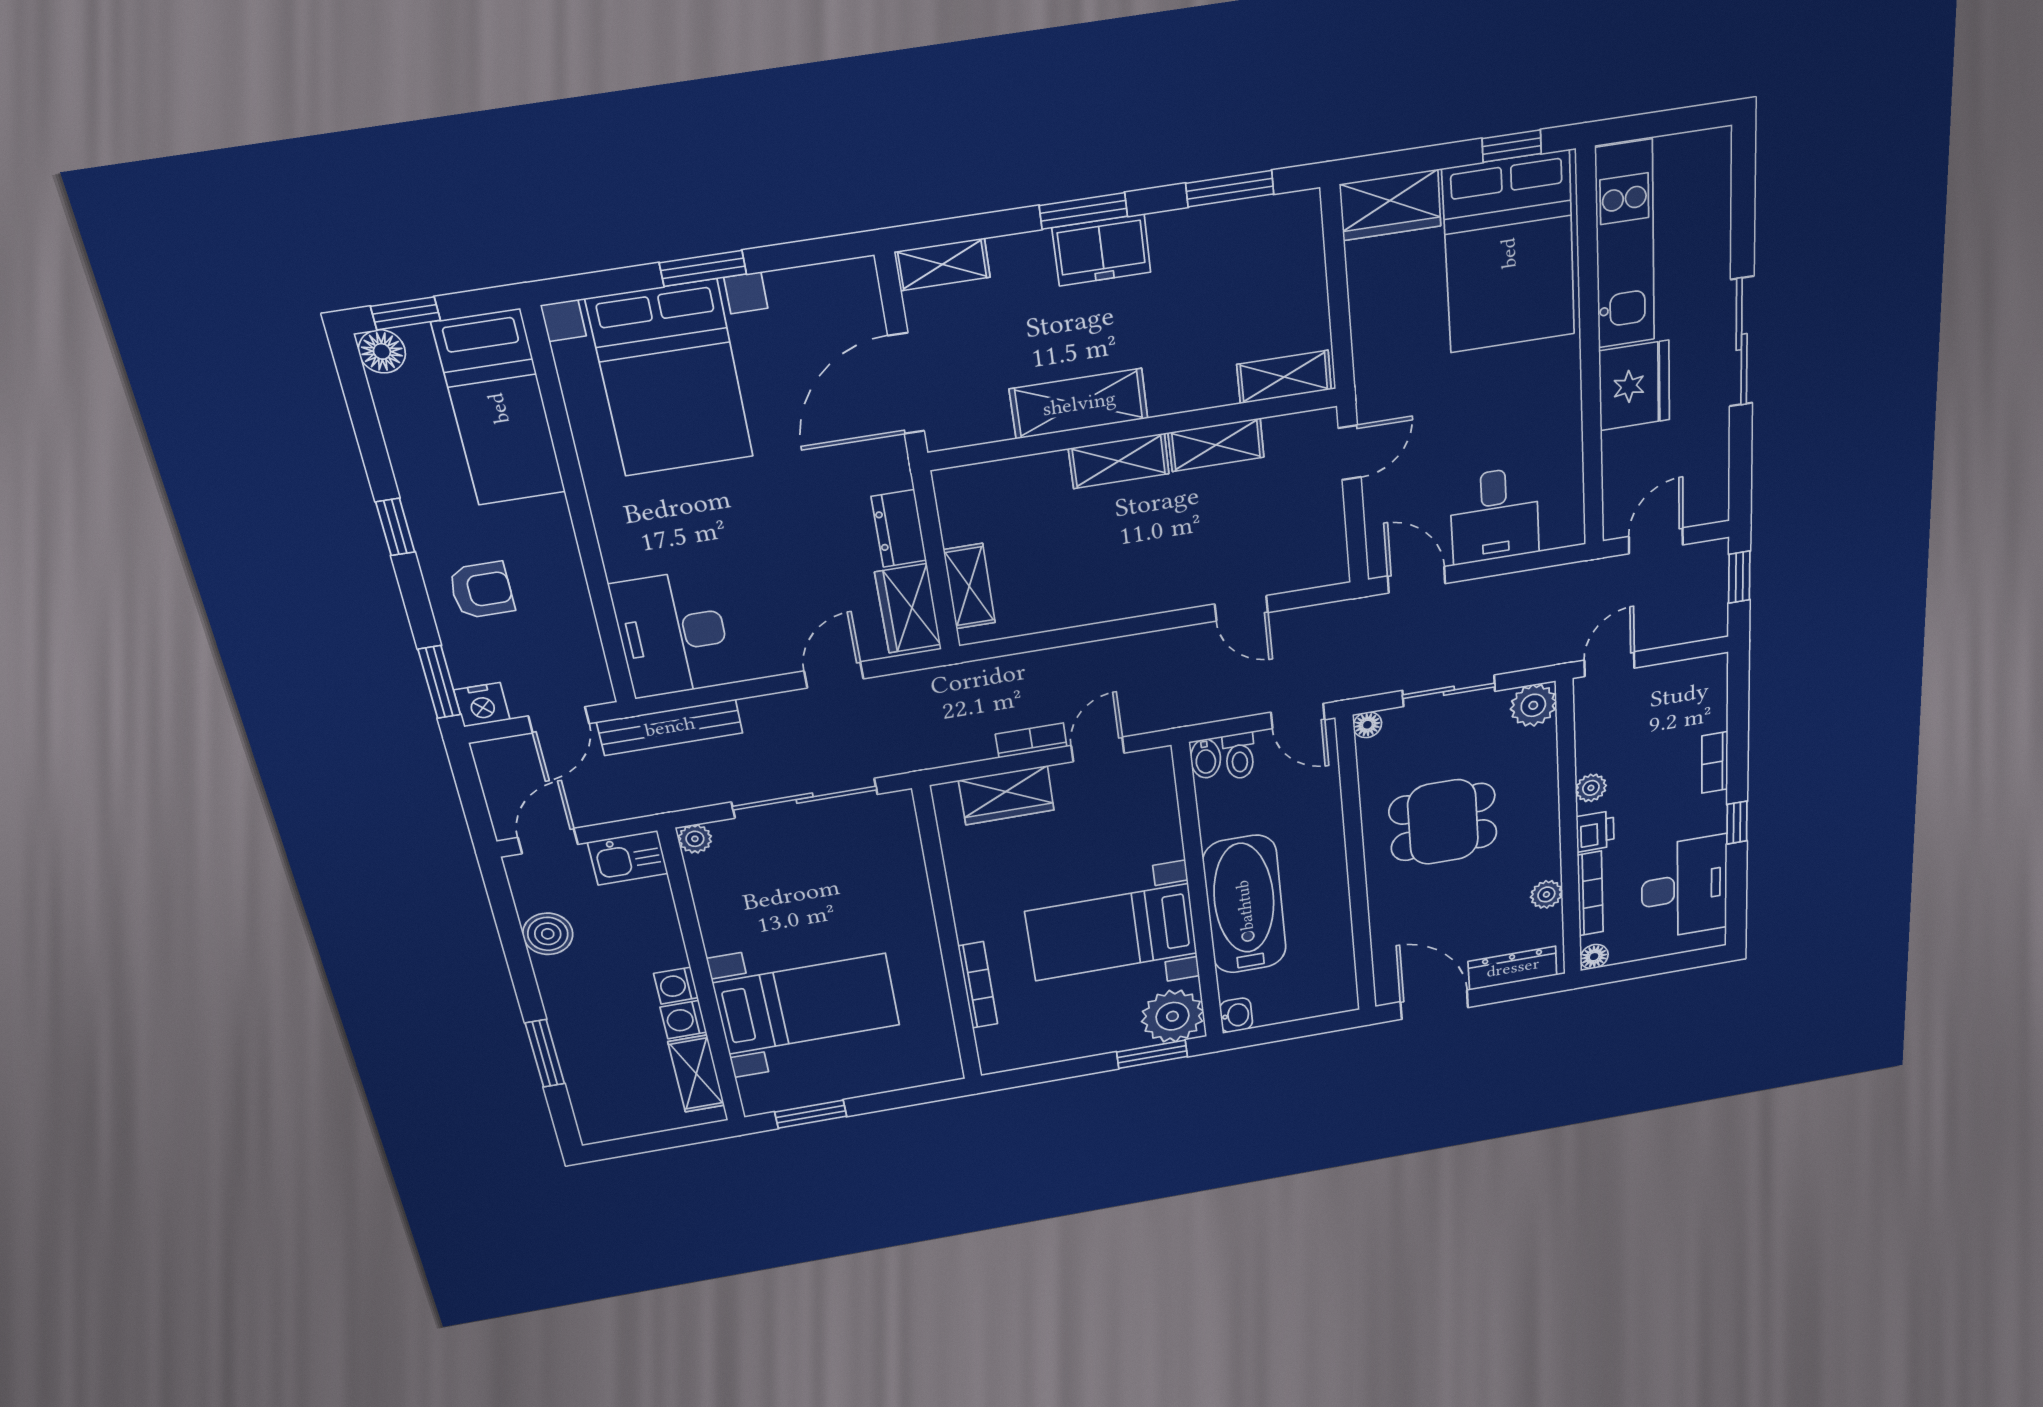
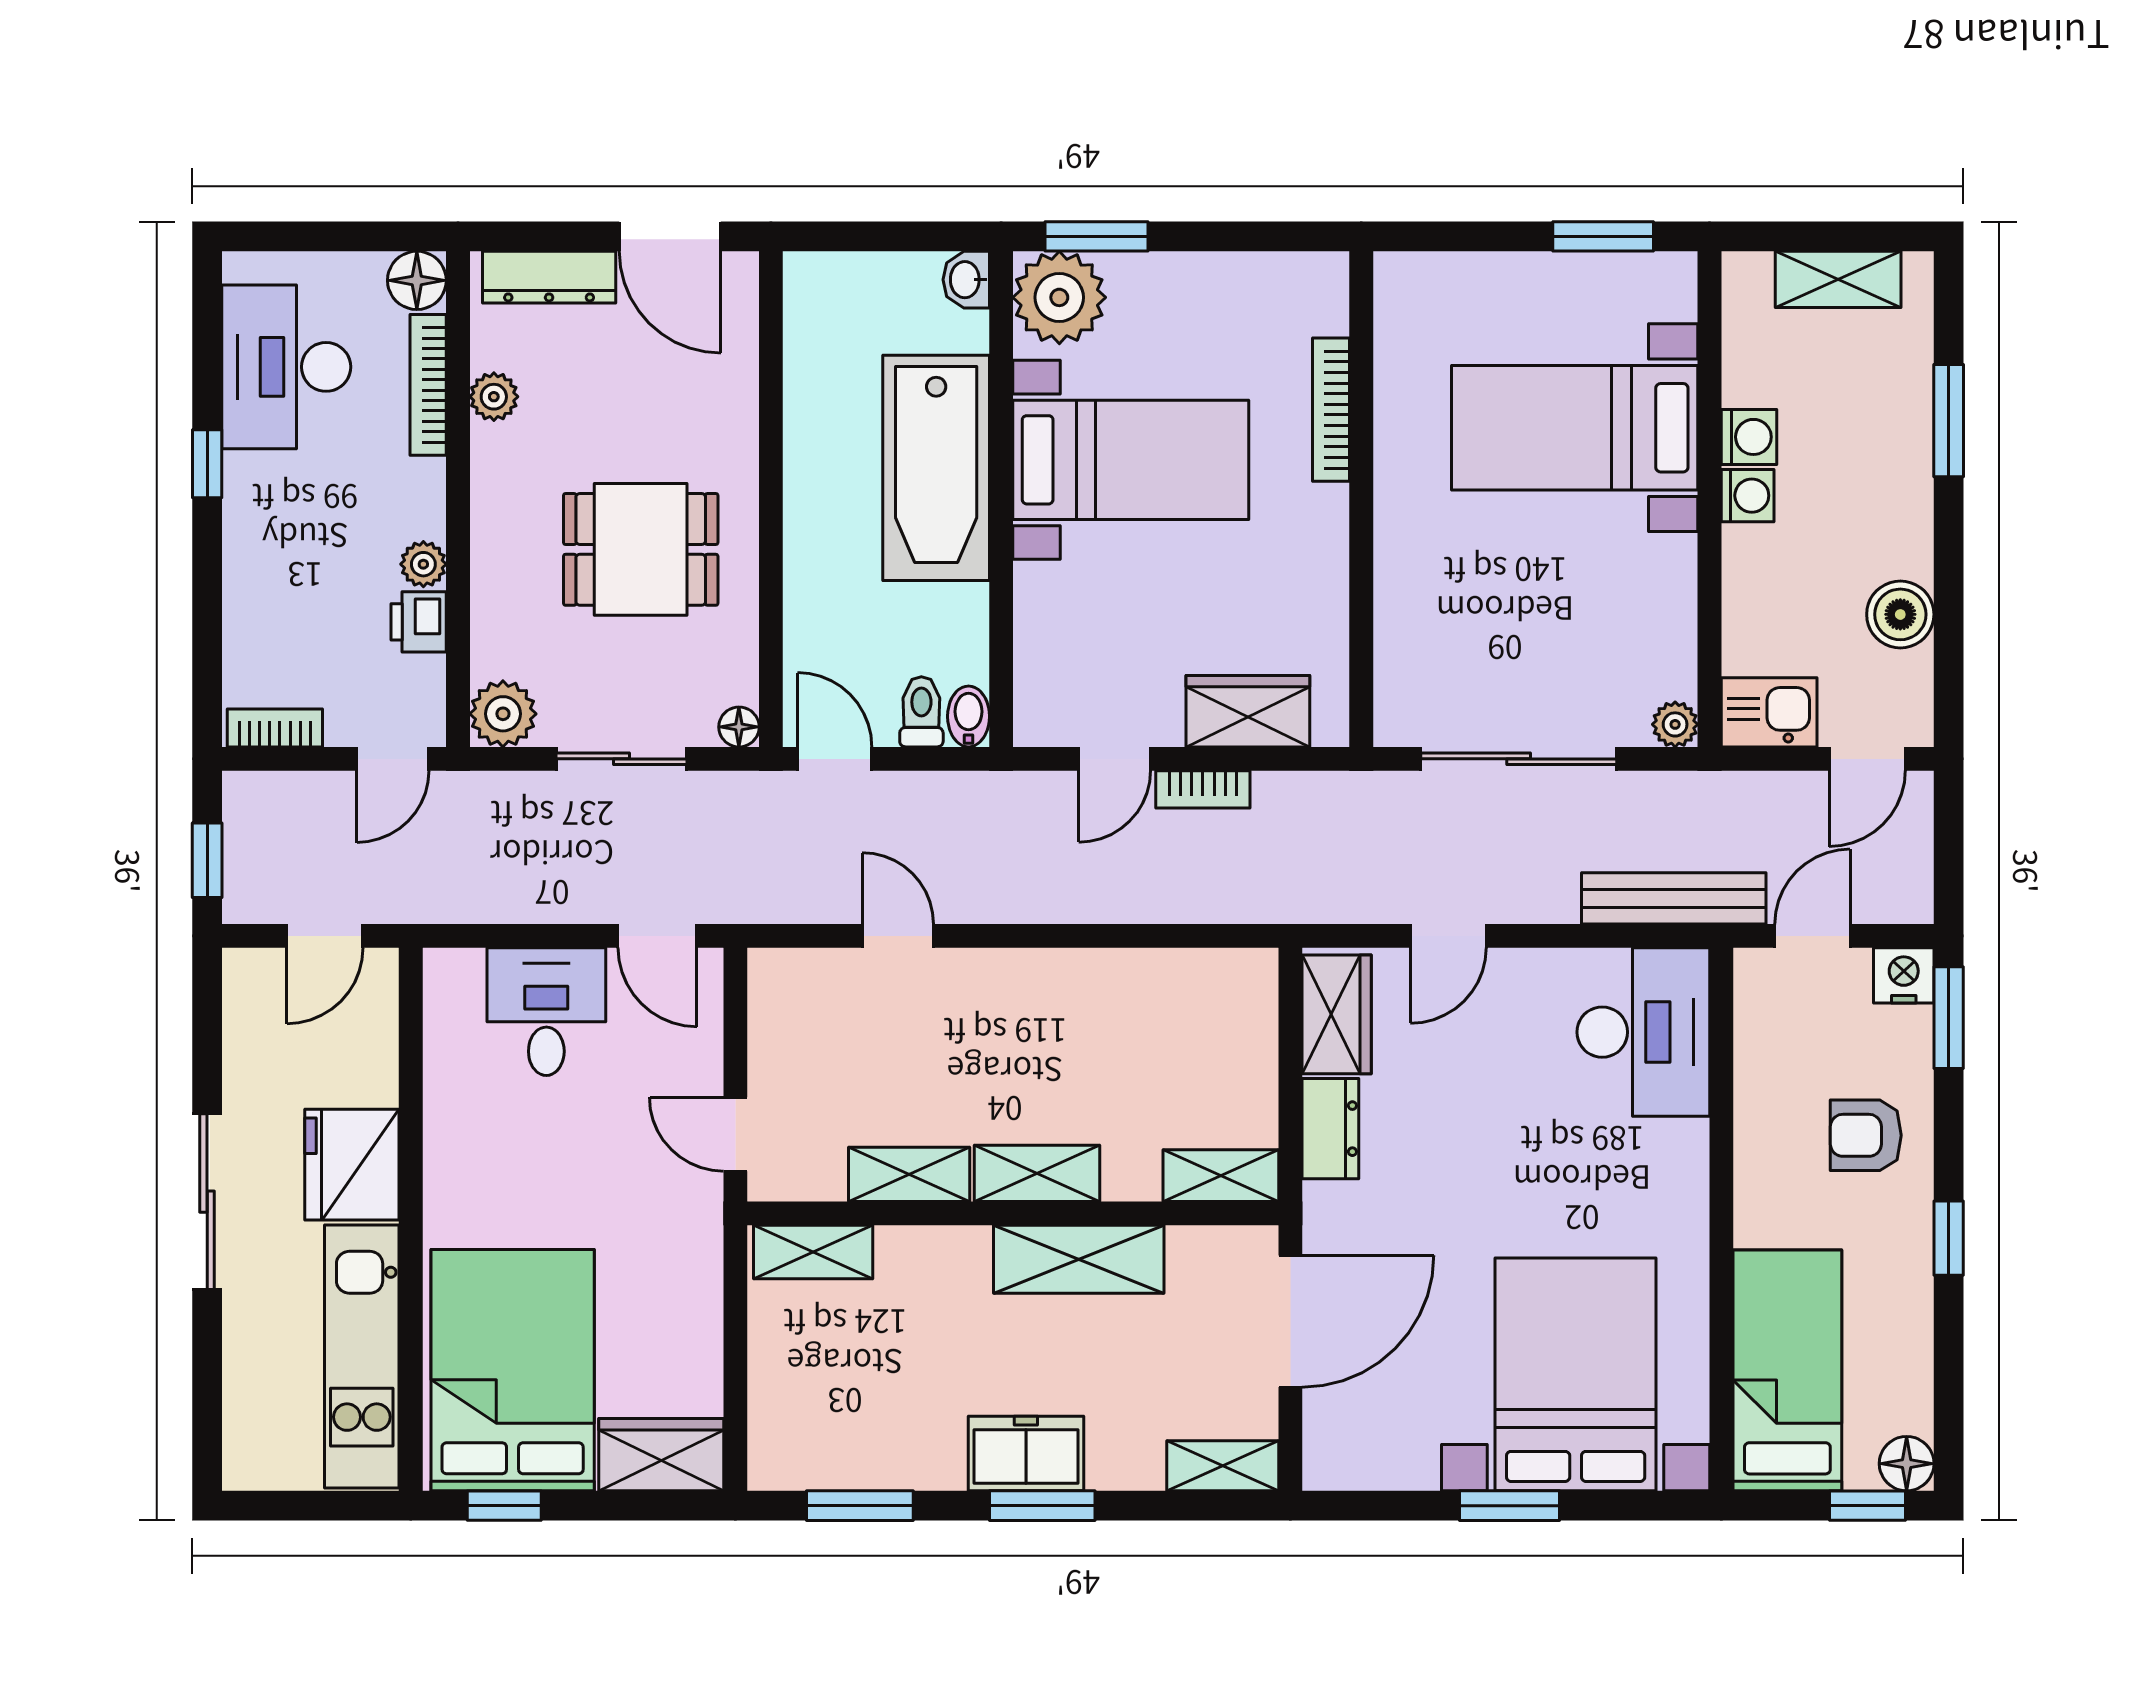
door: (1350, 453) -> (735, 1134), hinge flipped
shelving: (969, 586) -> (1221, 1176), moved, turned 90
bookcase: (1715, 762) -> (275, 728), moved, turned -90
printer: (1595, 831) -> (419, 622), moved
floor lamp: (1594, 957) -> (417, 280), width x1.37, depth x1.37
shelving: (696, 1074) -> (1838, 279), moved, turned 90

